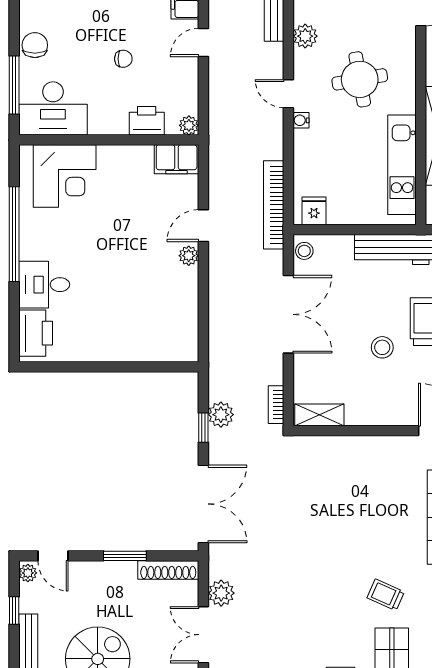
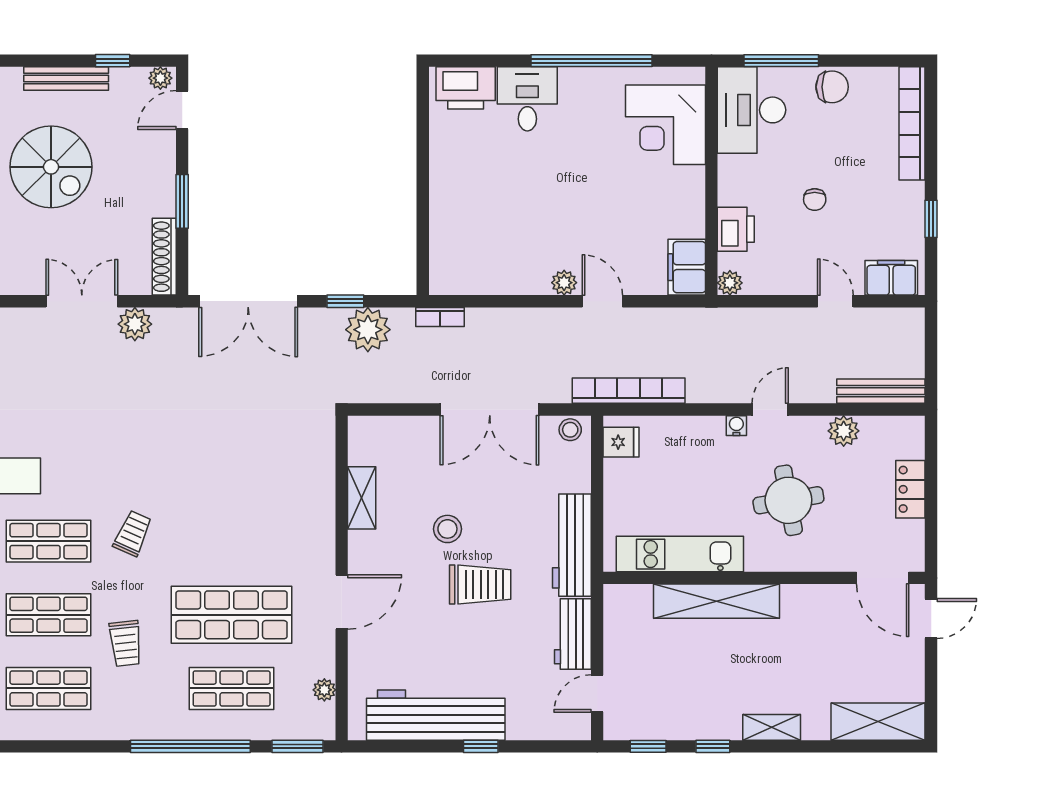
bookcase: (276, 405) -> (440, 317), moved, turned 180
plant: (221, 415) -> (368, 330), width x1.36, depth x1.36
shelving: (319, 415) -> (362, 498), moved

